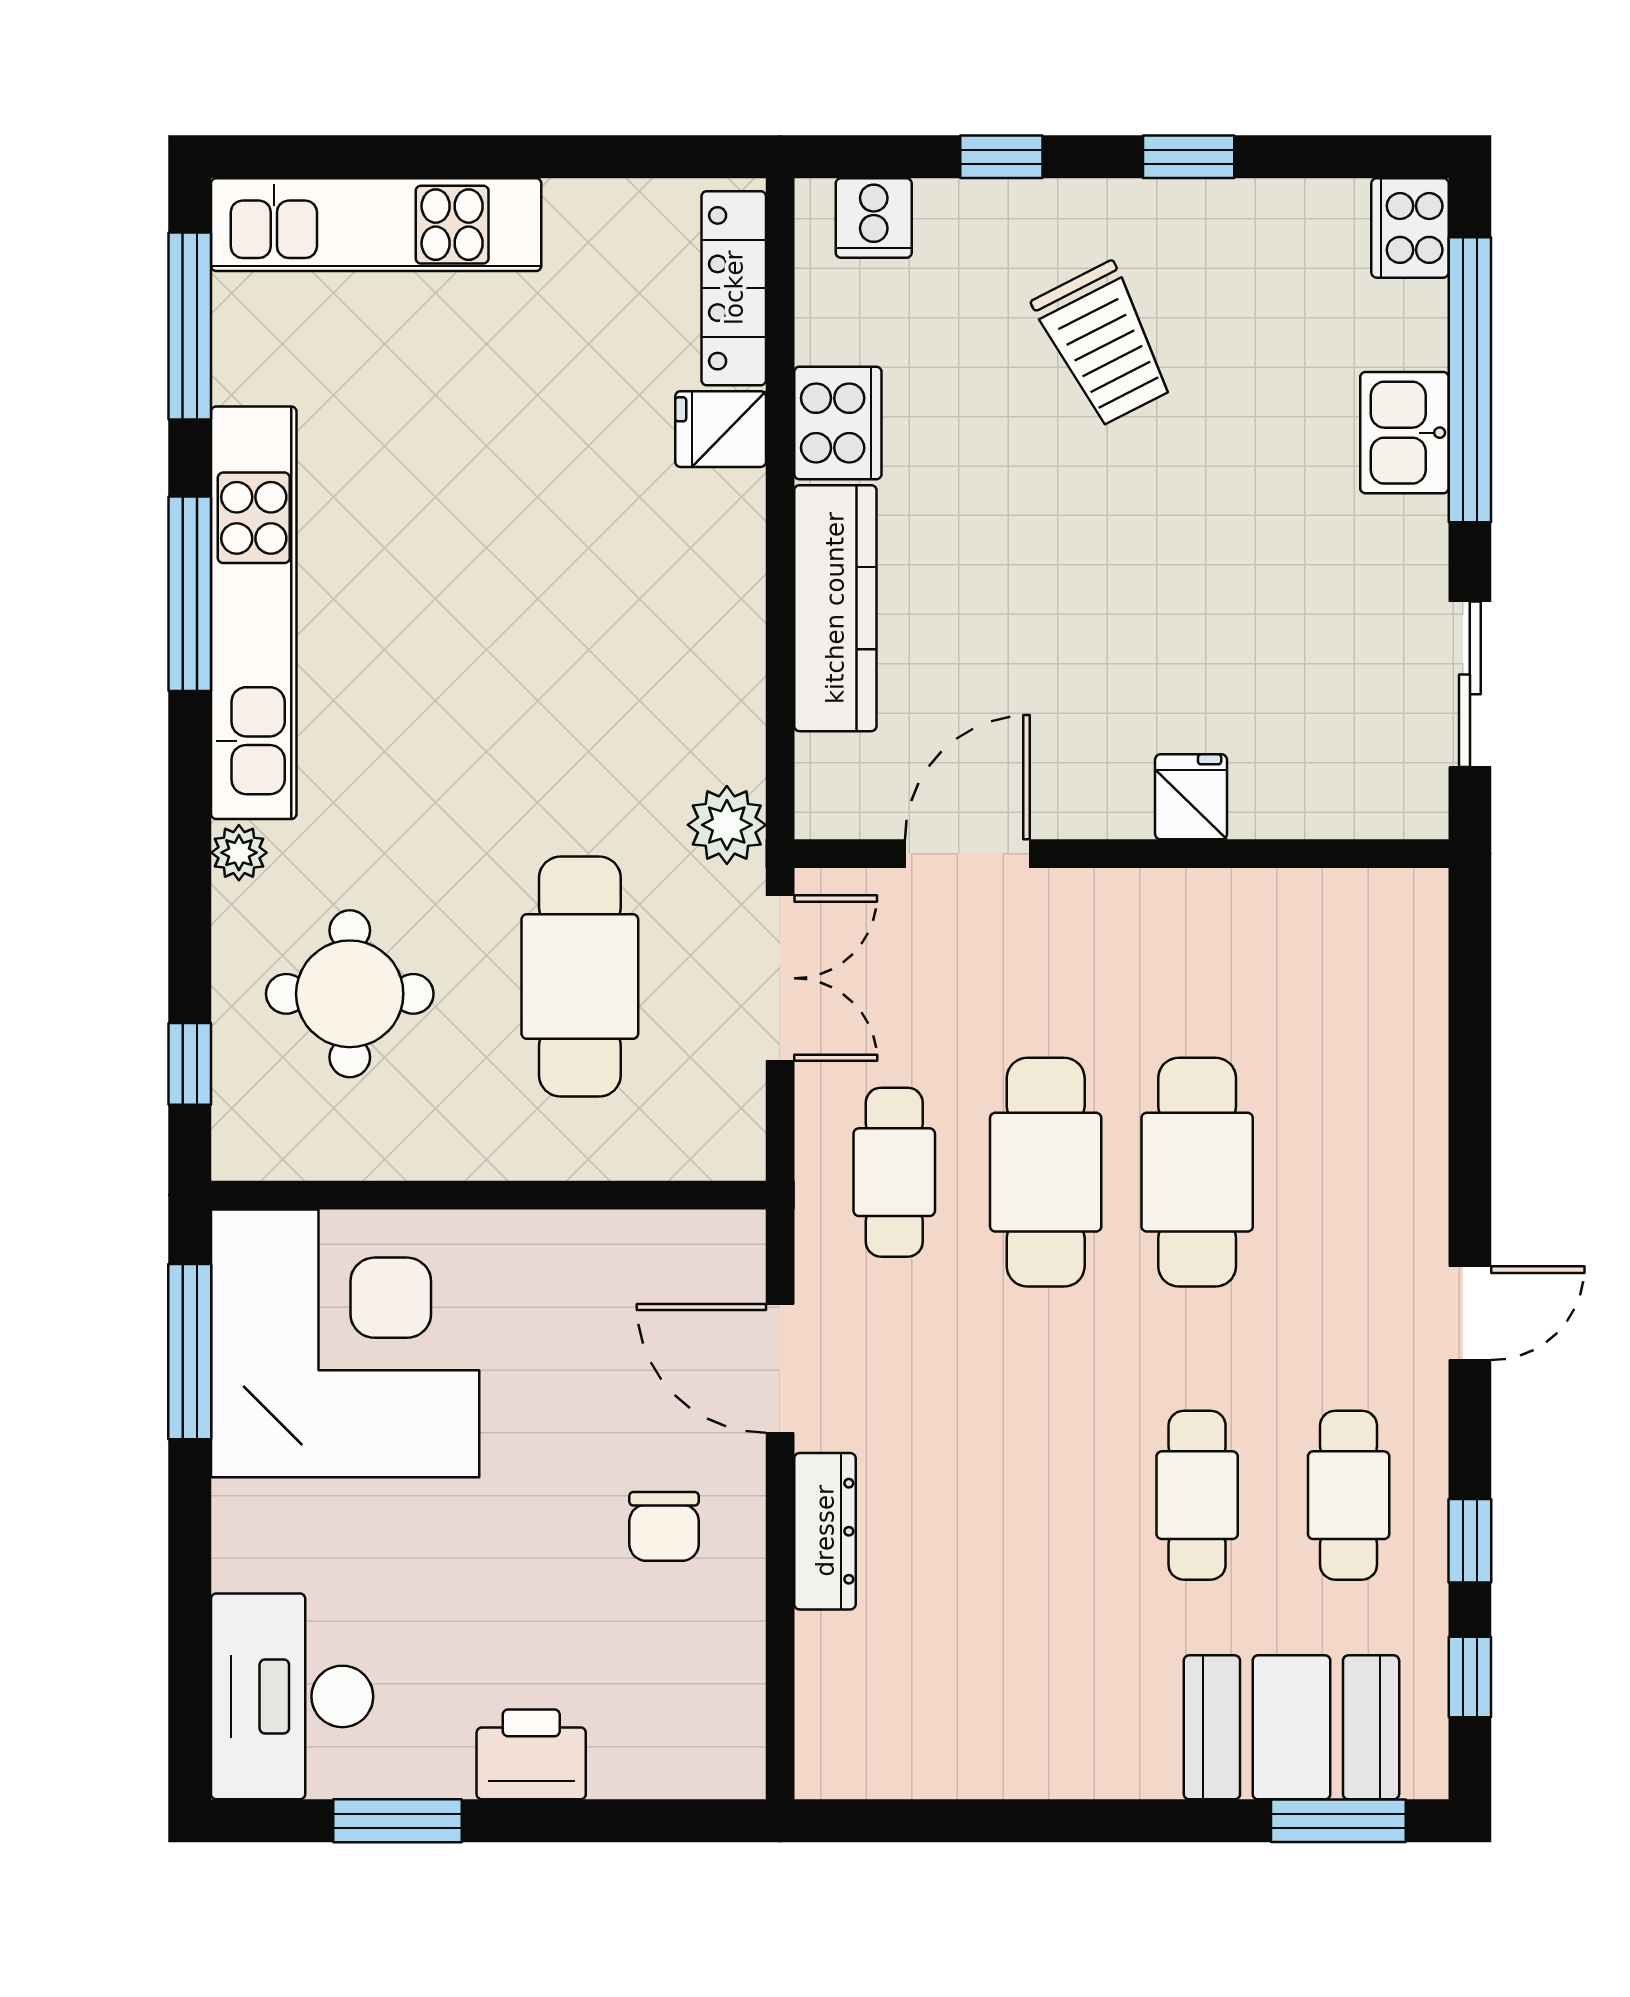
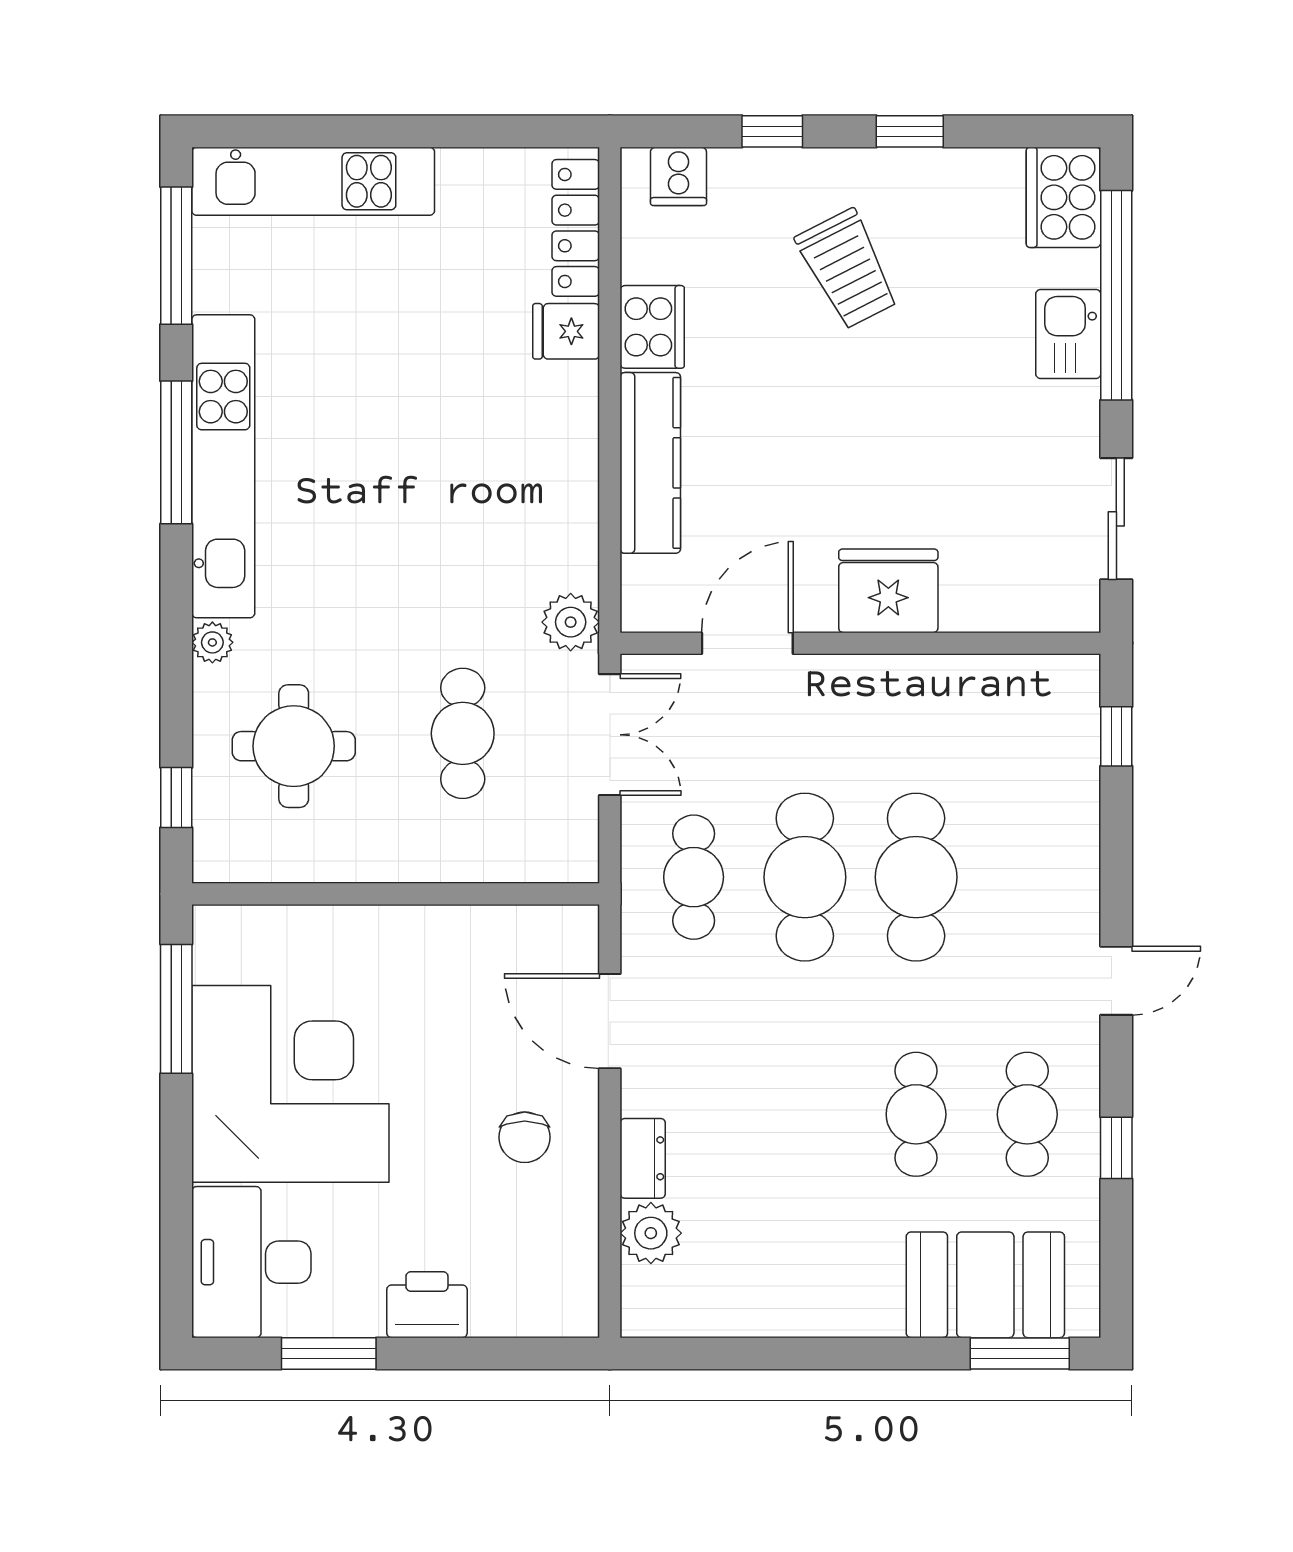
cooker: (1410, 228) -> (1064, 197), width x1.37, depth x1.31
fridge: (1191, 797) -> (888, 591), width x1.88, depth x1.34
cafe table: (580, 977) -> (463, 733), width x0.73, depth x0.74
corner desk: (345, 1343) -> (290, 1084), moved
dresser: (825, 1531) -> (643, 1158), width x0.70
plant: (836, 1657) -> (651, 1233), added
window: (1470, 1677) -> (1116, 736), moved

